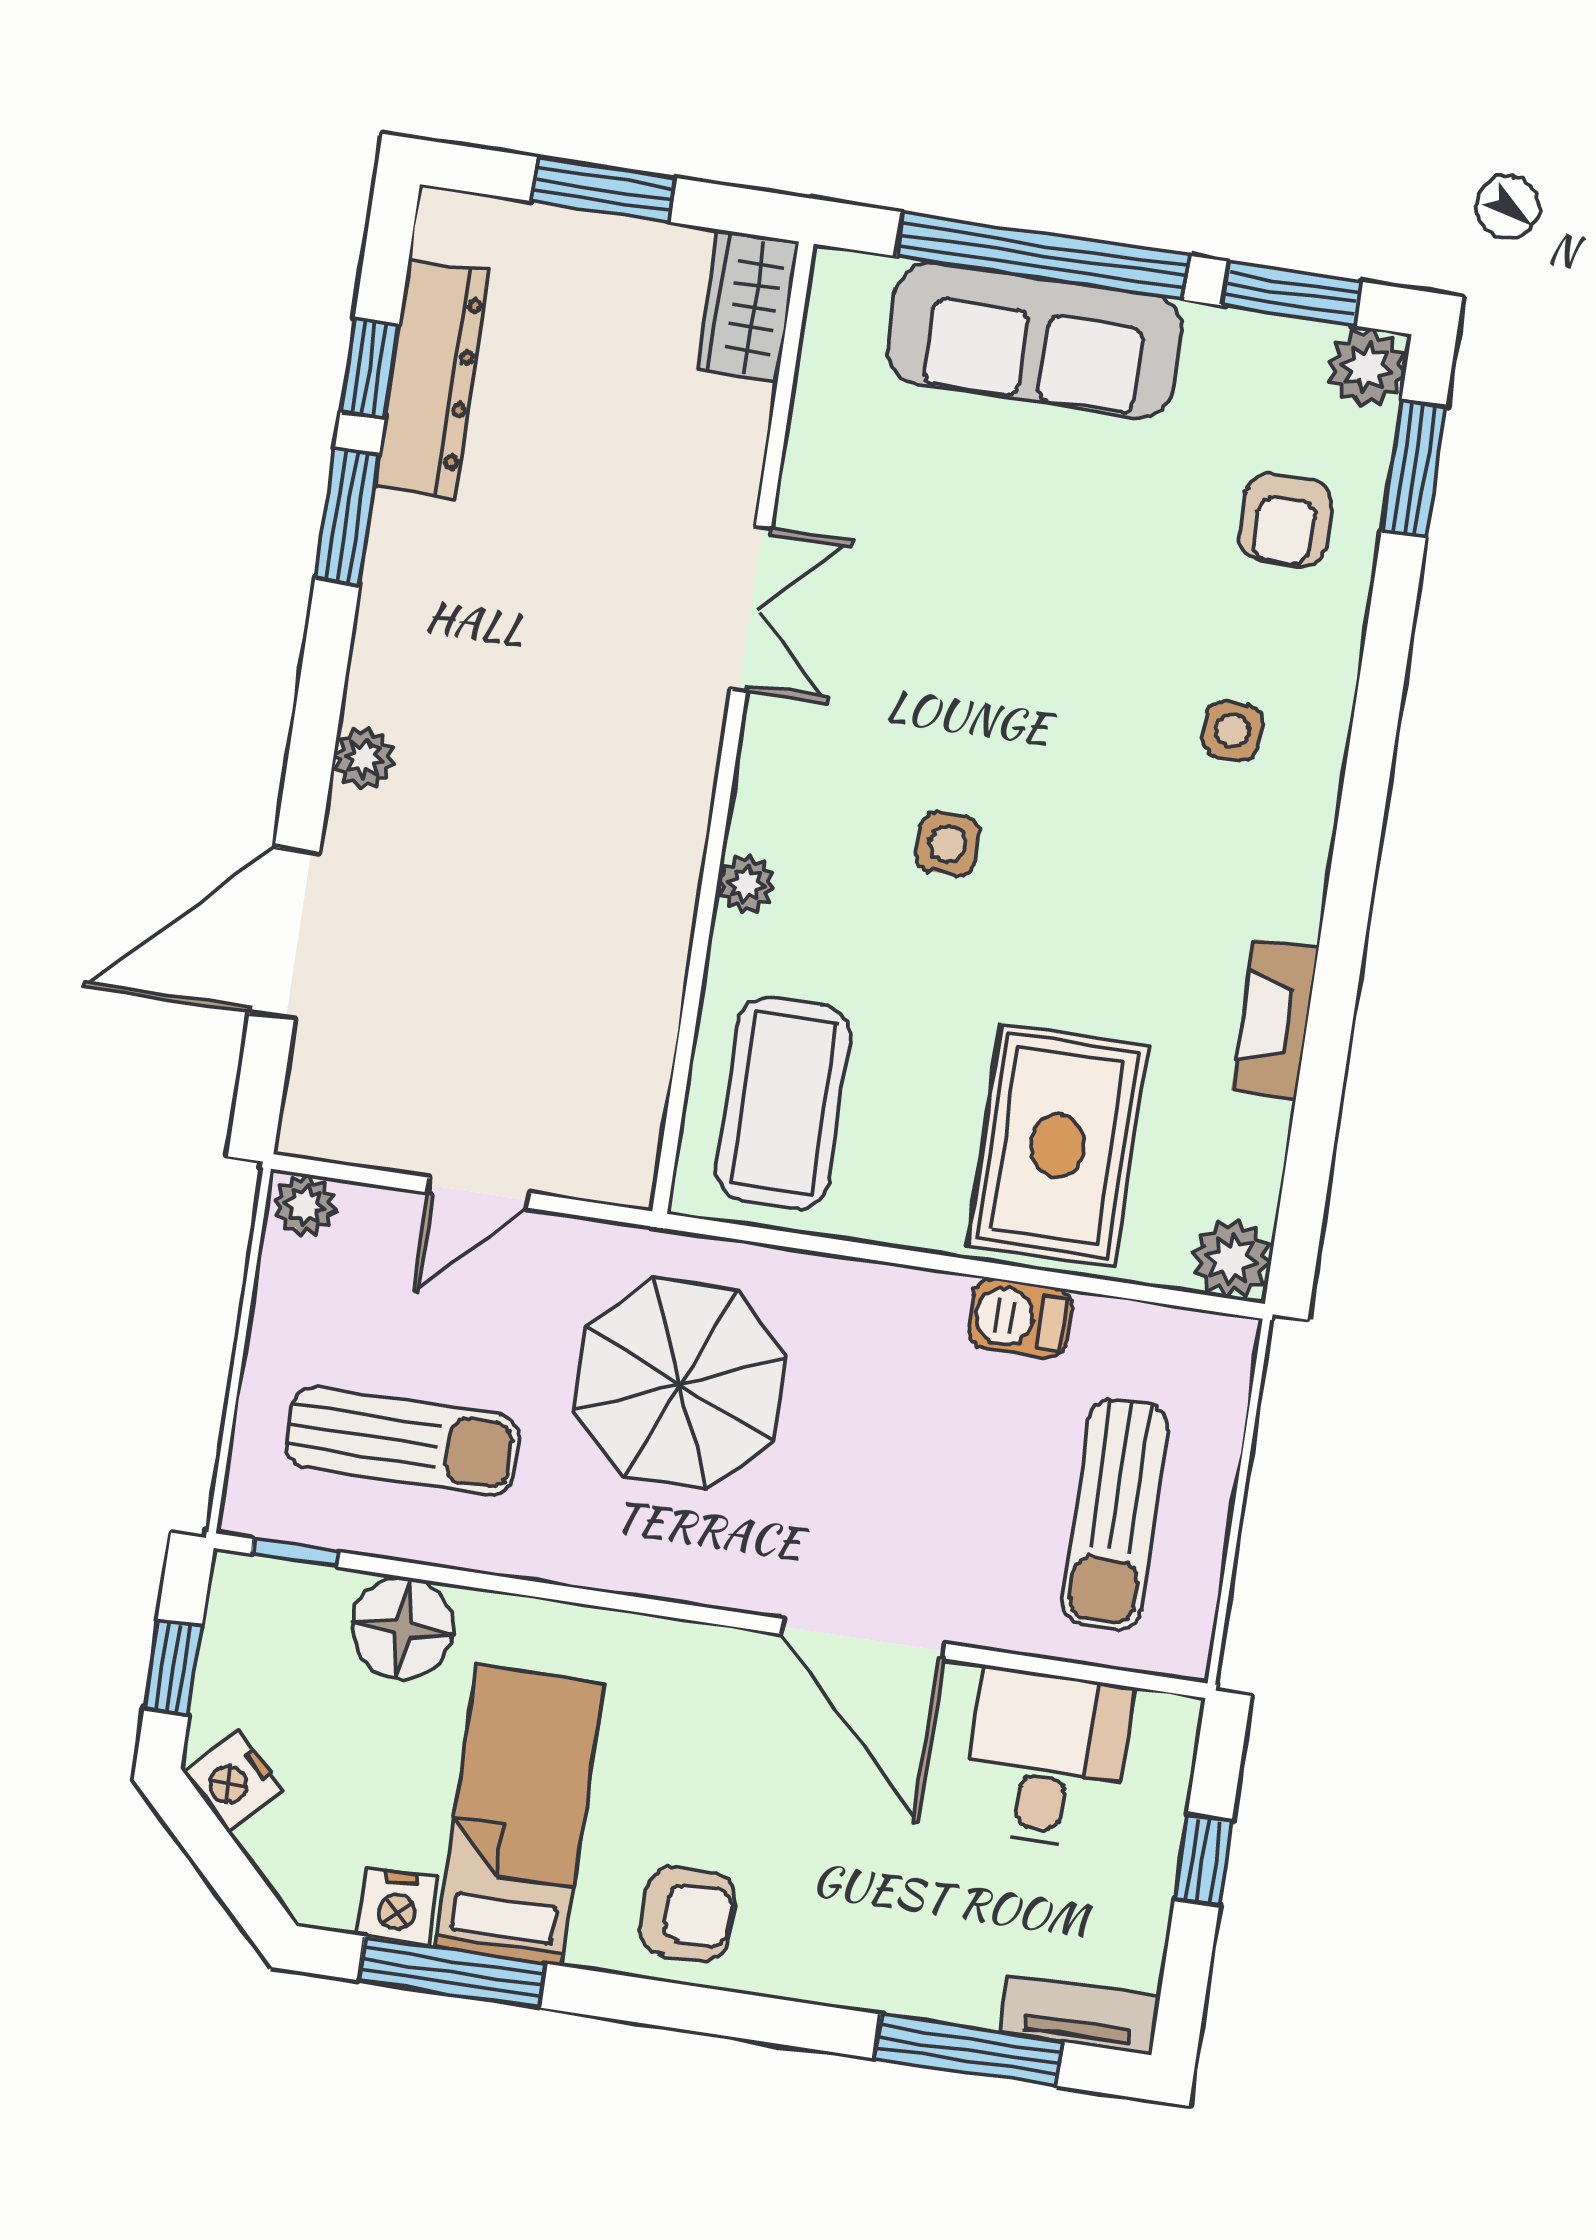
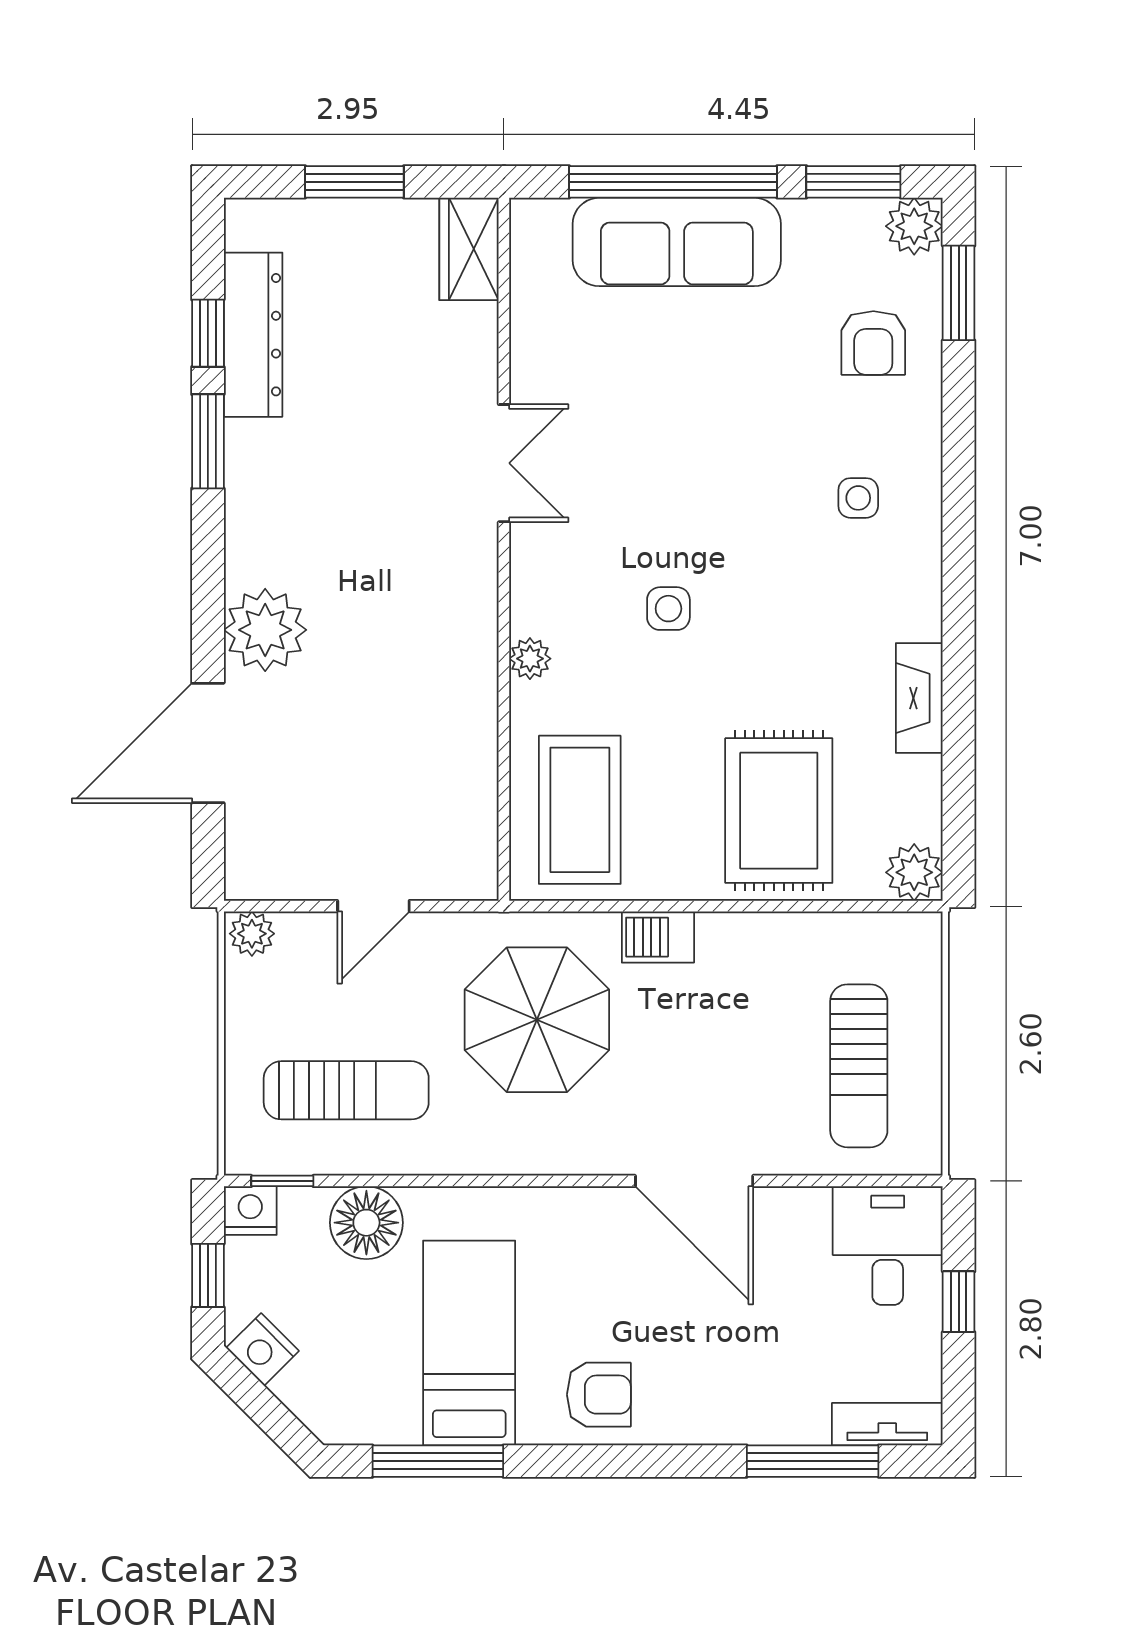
plant: (364, 758) -> (265, 630), width x1.87, depth x1.87
barbecue: (1020, 1318) -> (658, 937), moved
desk: (1047, 1758) -> (888, 1246), moved
nightstand: (397, 1907) -> (250, 1211), moved, turned 180

